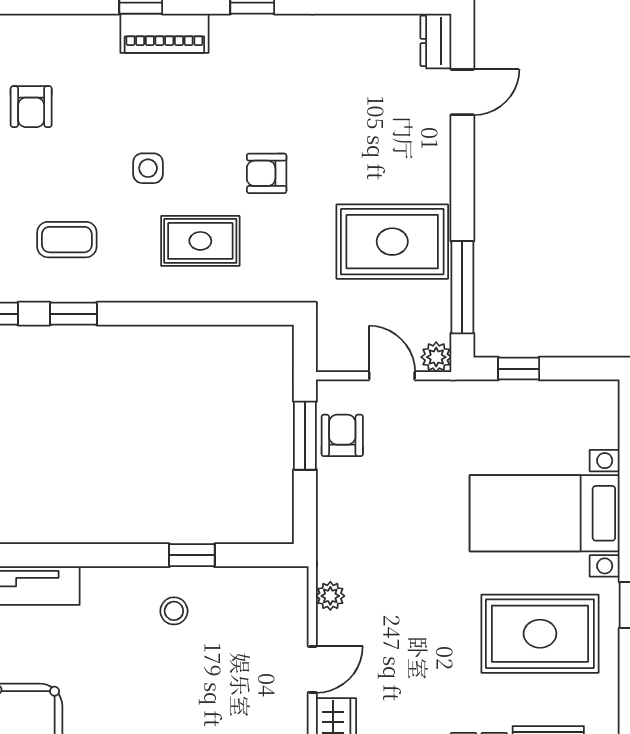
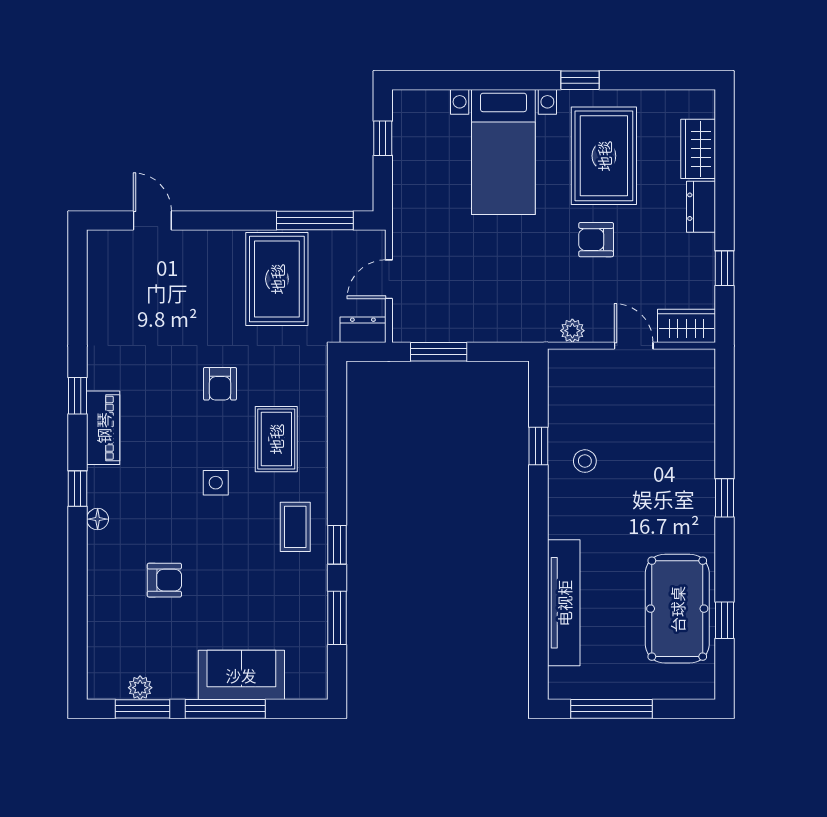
floor lamp: (104, 27) -> (98, 519), added
piano: (164, 33) -> (103, 428), moved
dresser: (436, 41) -> (363, 330), moved, turned 180
coffee table: (67, 240) -> (295, 527), moved
plant: (436, 357) -> (373, 242), removed
window: (519, 369) -> (383, 138), moved
armchair: (342, 435) -> (596, 240), moved

